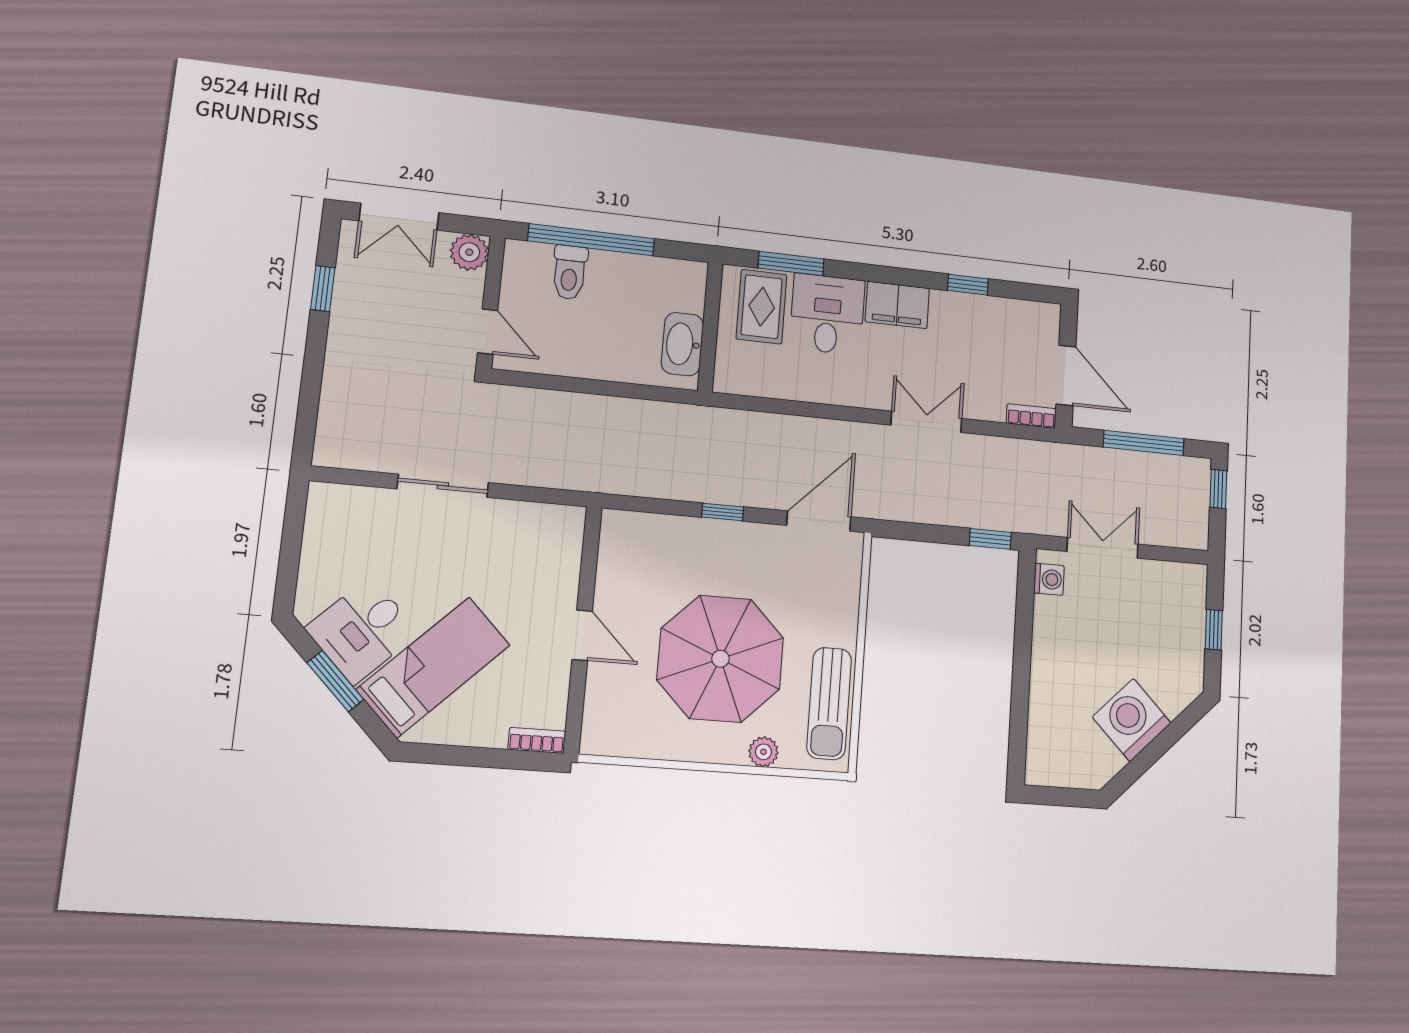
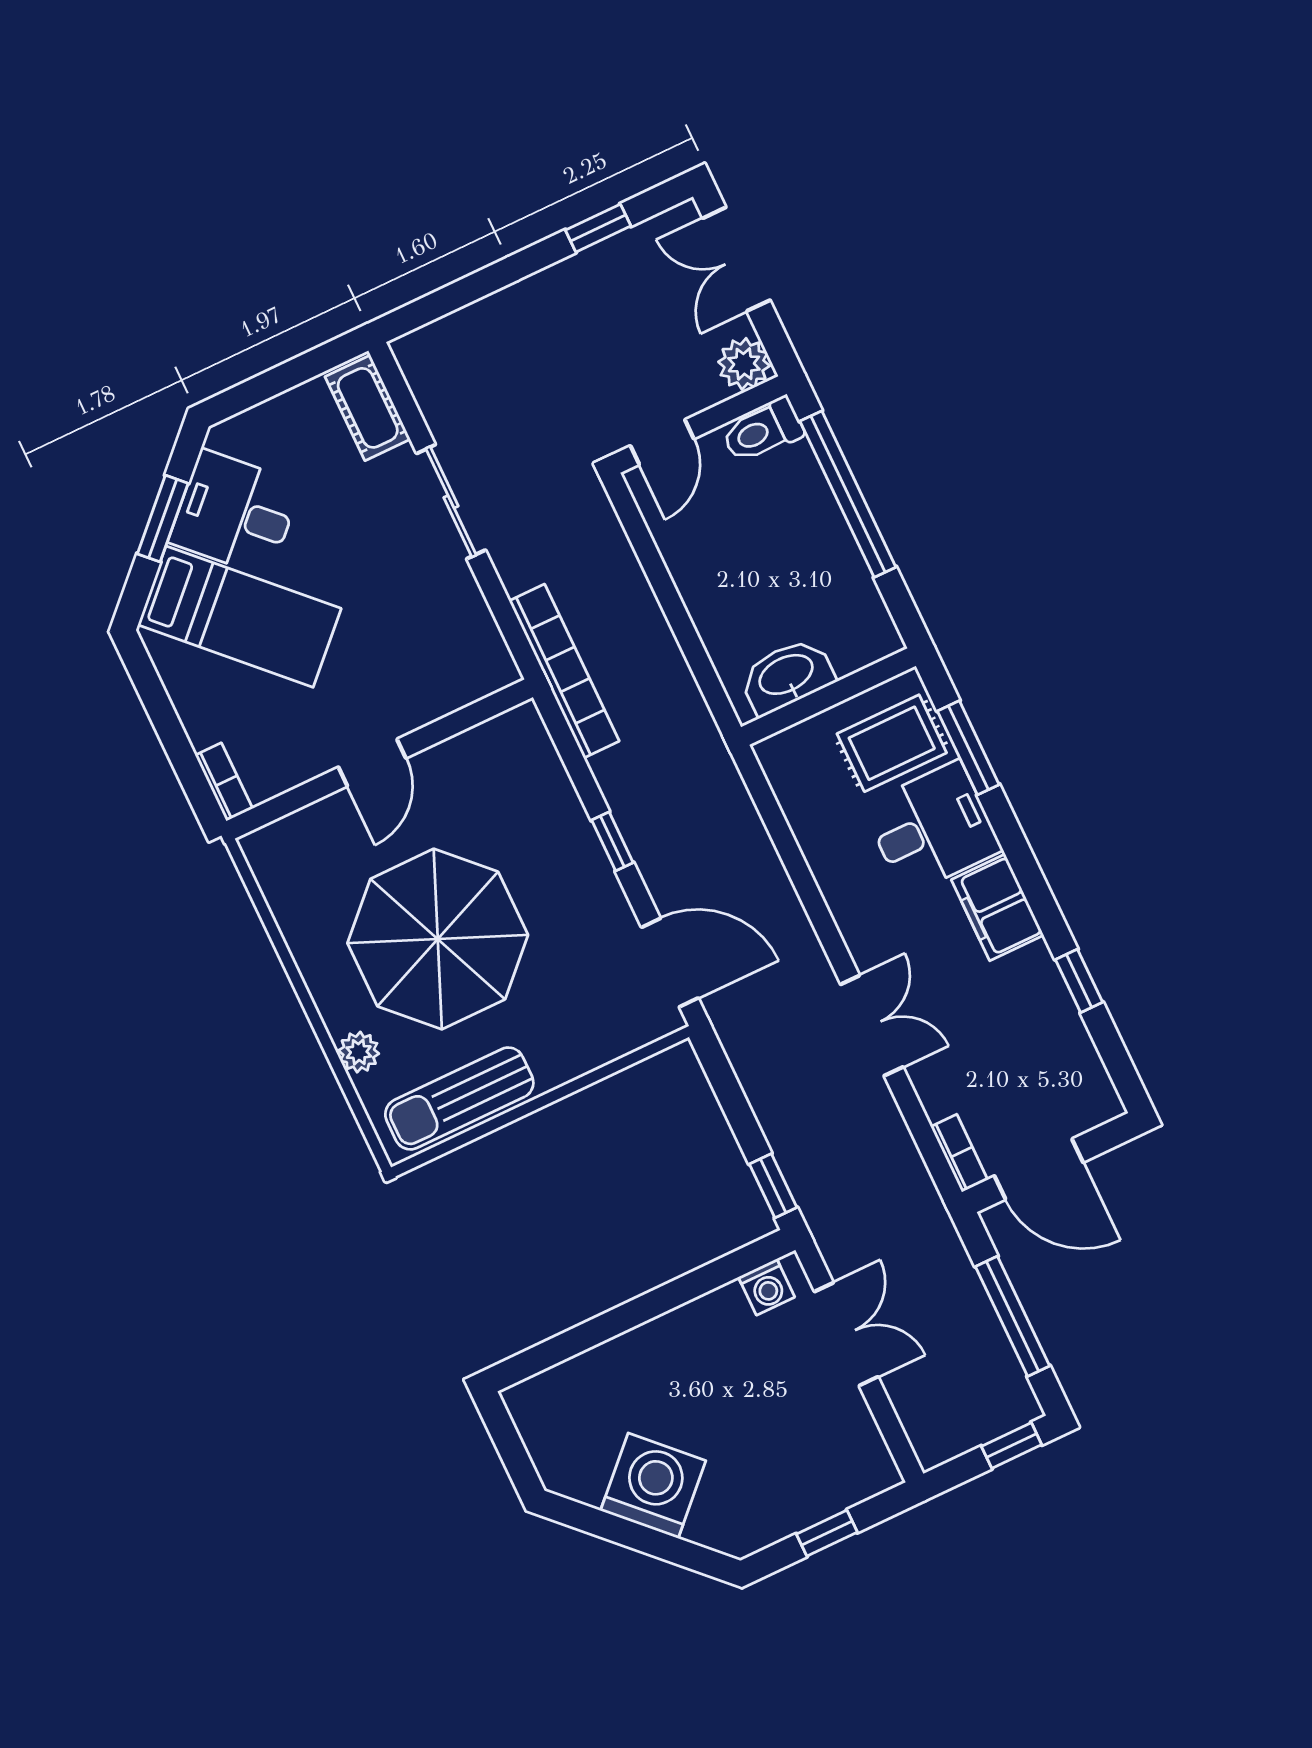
toilet: (570, 272) -> (763, 431), moved
door: (1066, 375) -> (1039, 1169), hinge flipped
bookcase: (597, 479) -> (564, 671), added
cot: (347, 503) -> (368, 408), added

